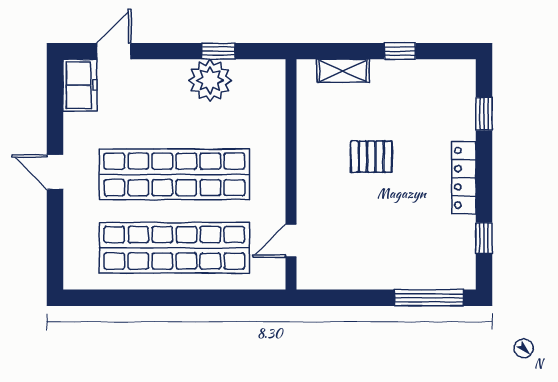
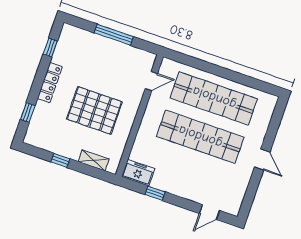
plant: (210, 80) -> (165, 179), removed
freezer: (80, 85) -> (138, 173), moved, turned 90
pallet: (371, 157) -> (94, 110), width x2.05, depth x2.00
window: (429, 298) -> (114, 35), moved

